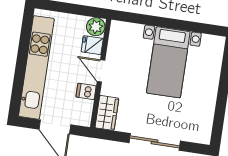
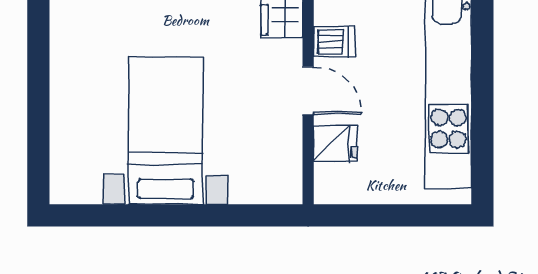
plant: (96, 27) -> (334, 184), removed

